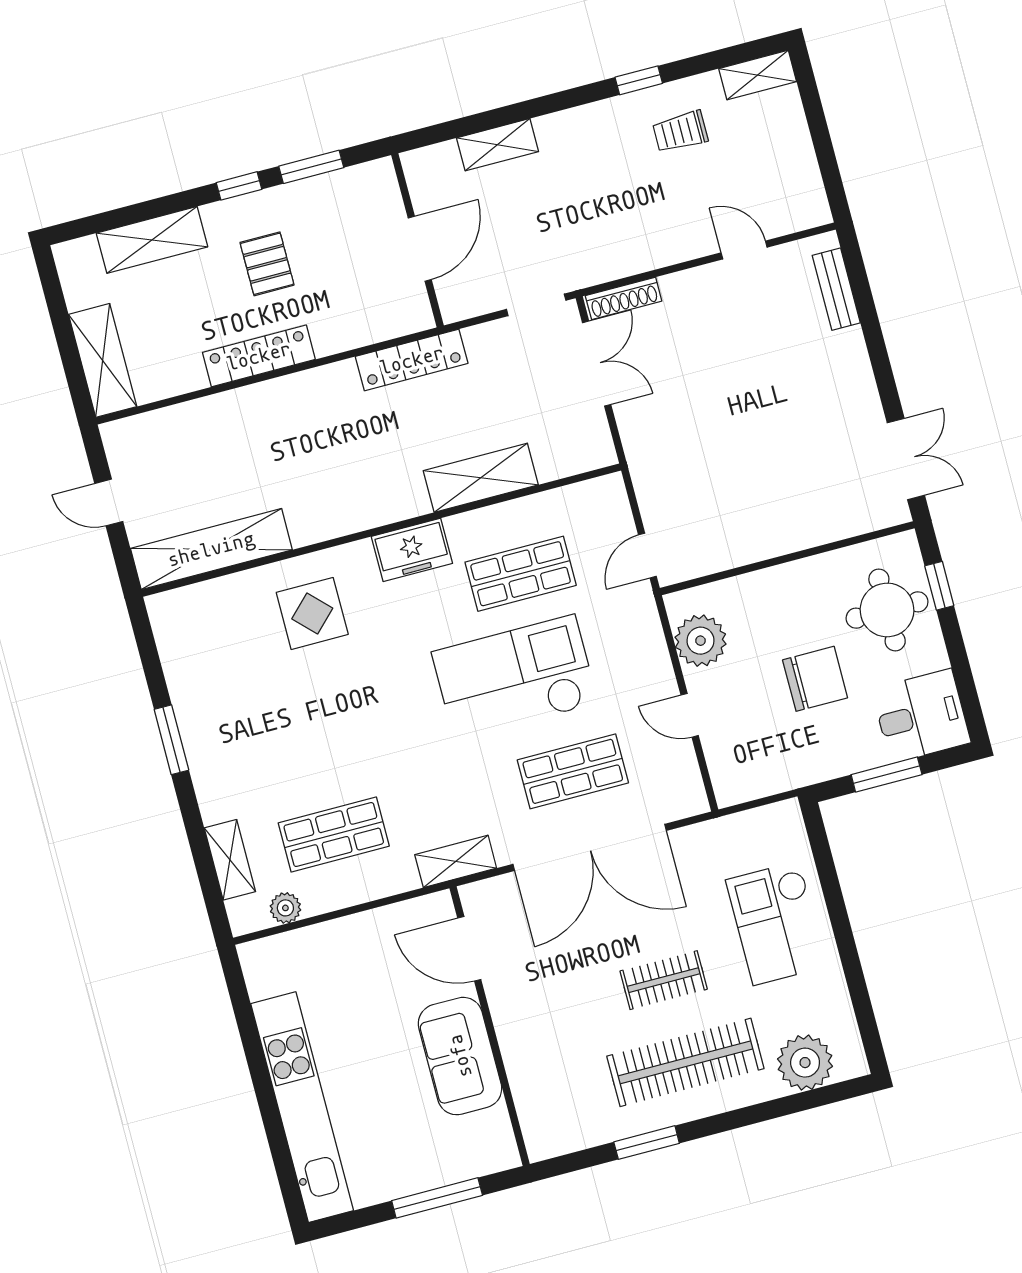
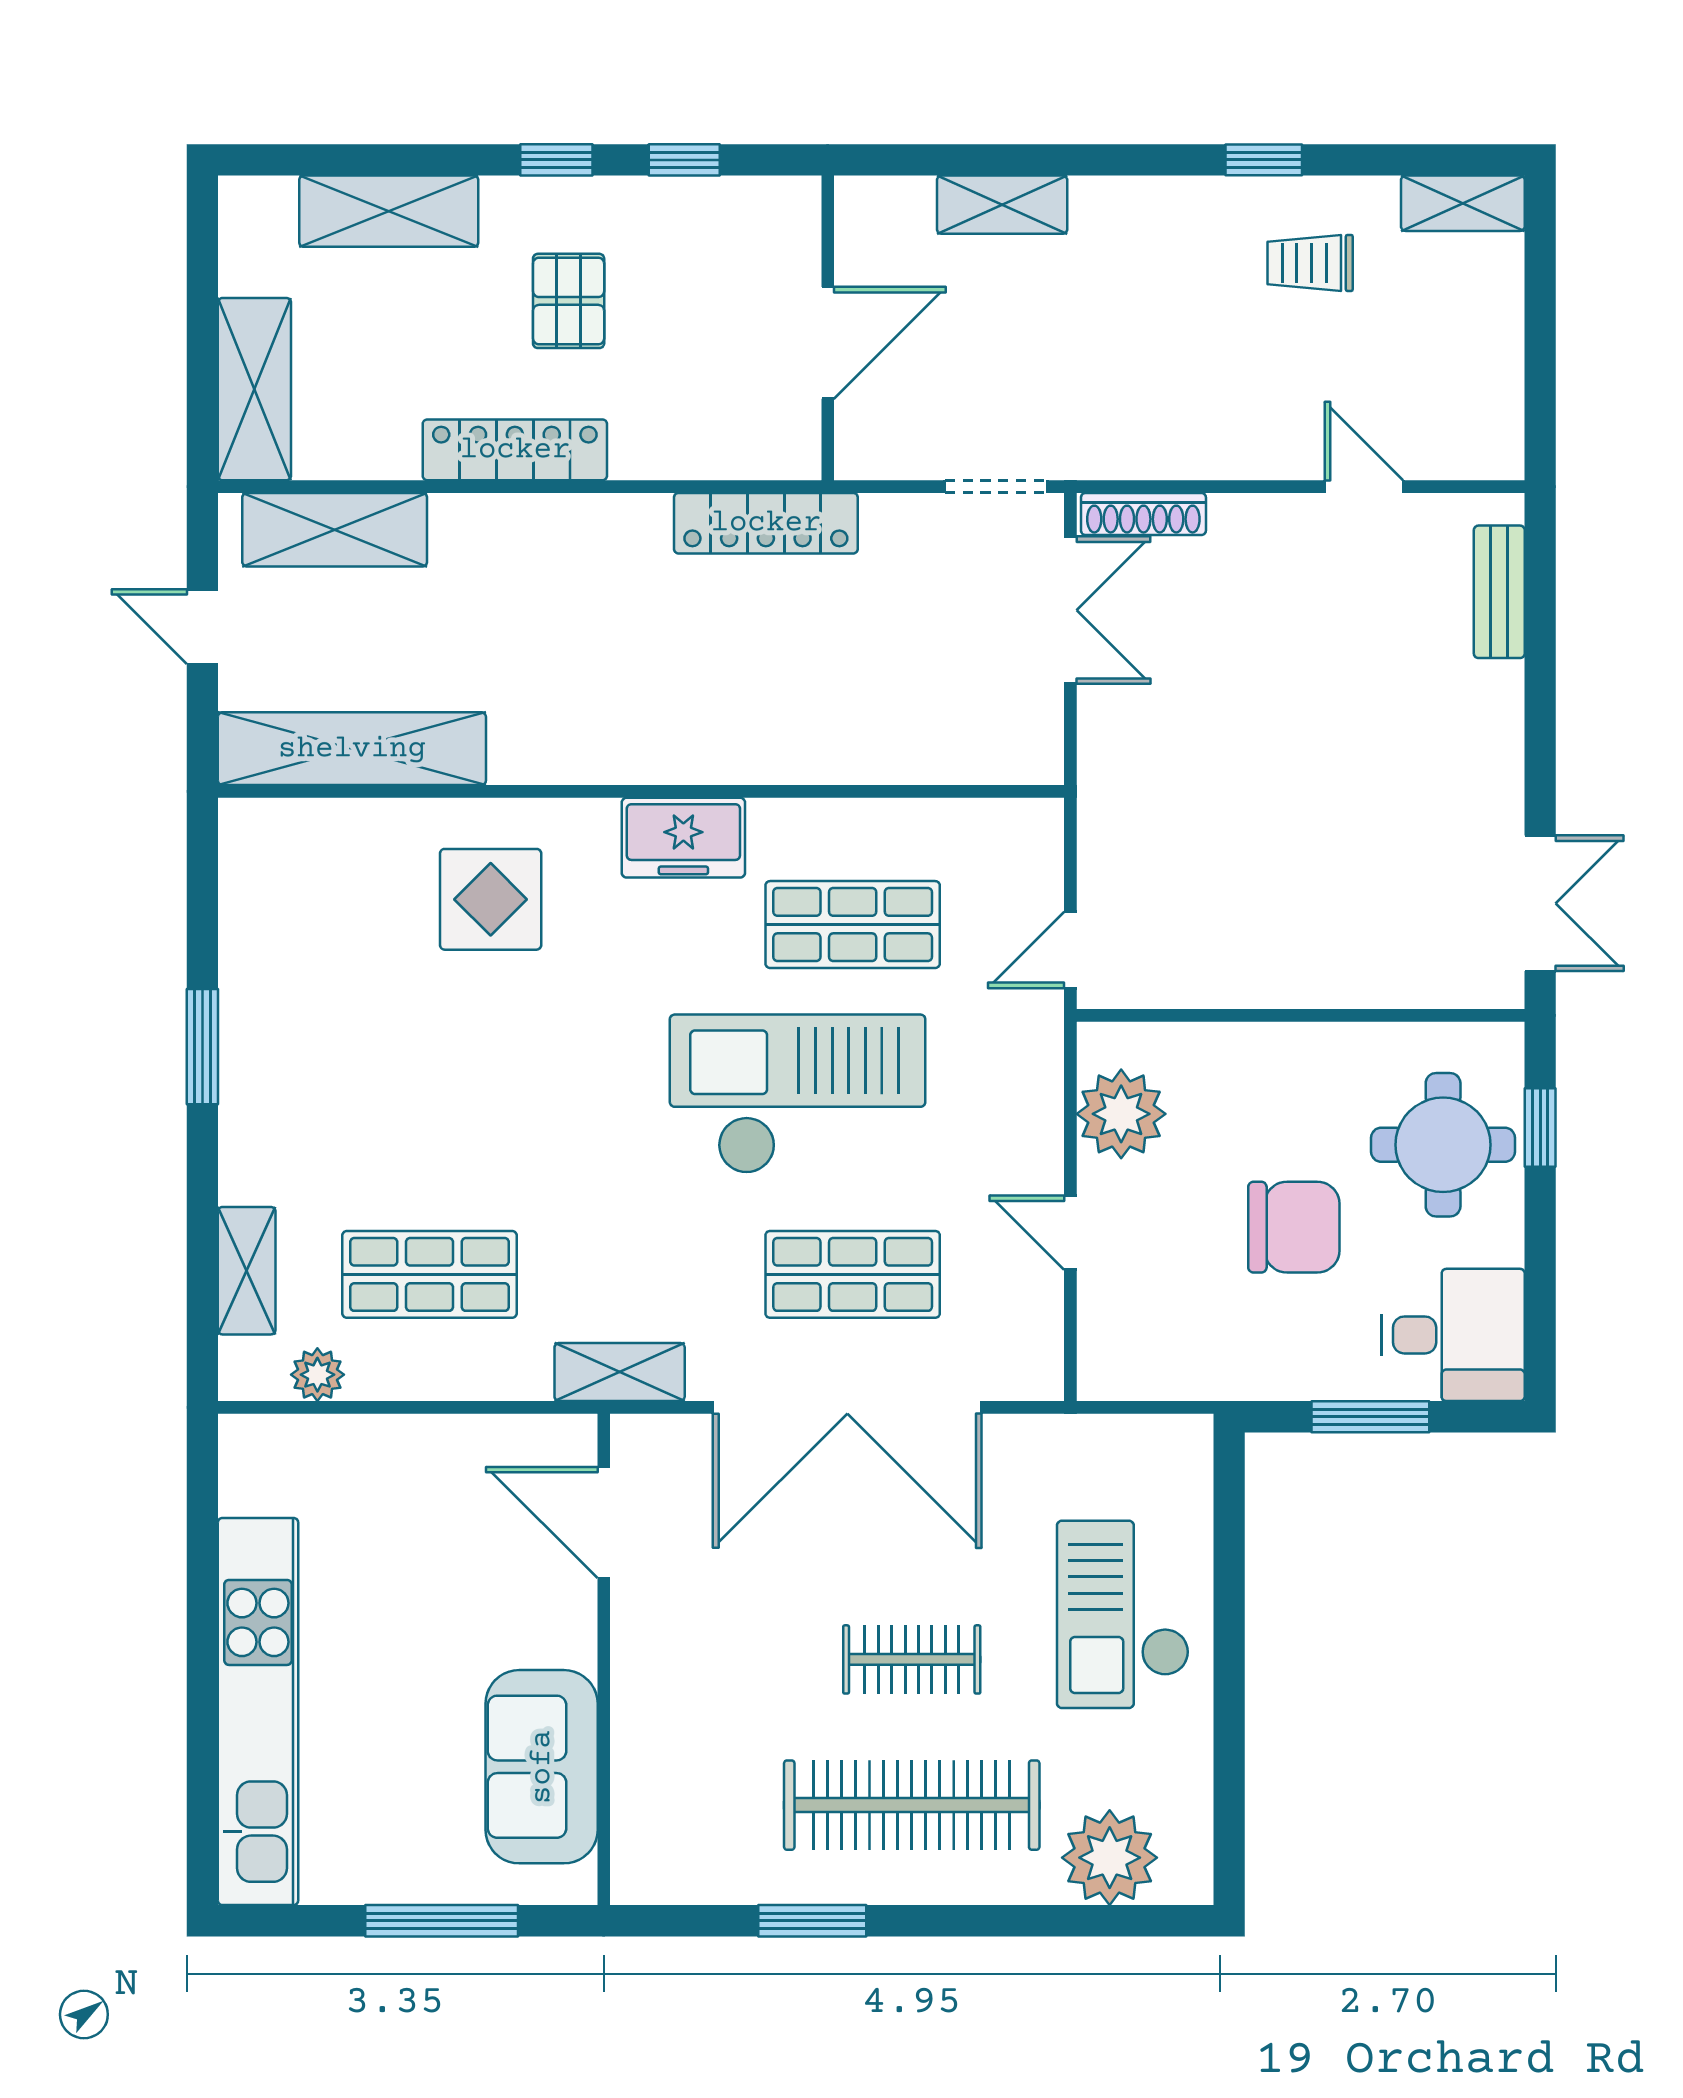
window: (311, 167) -> (684, 160), width x0.67
shelving: (481, 478) -> (335, 530), moved
sofa: (460, 1056) -> (542, 1767), moved

